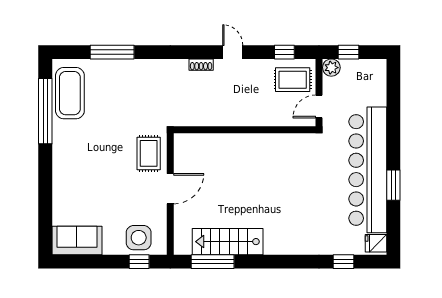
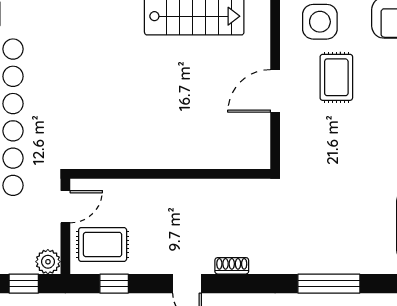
window: (112, 52) -> (329, 284), moved
rug: (149, 153) -> (336, 77), moved

